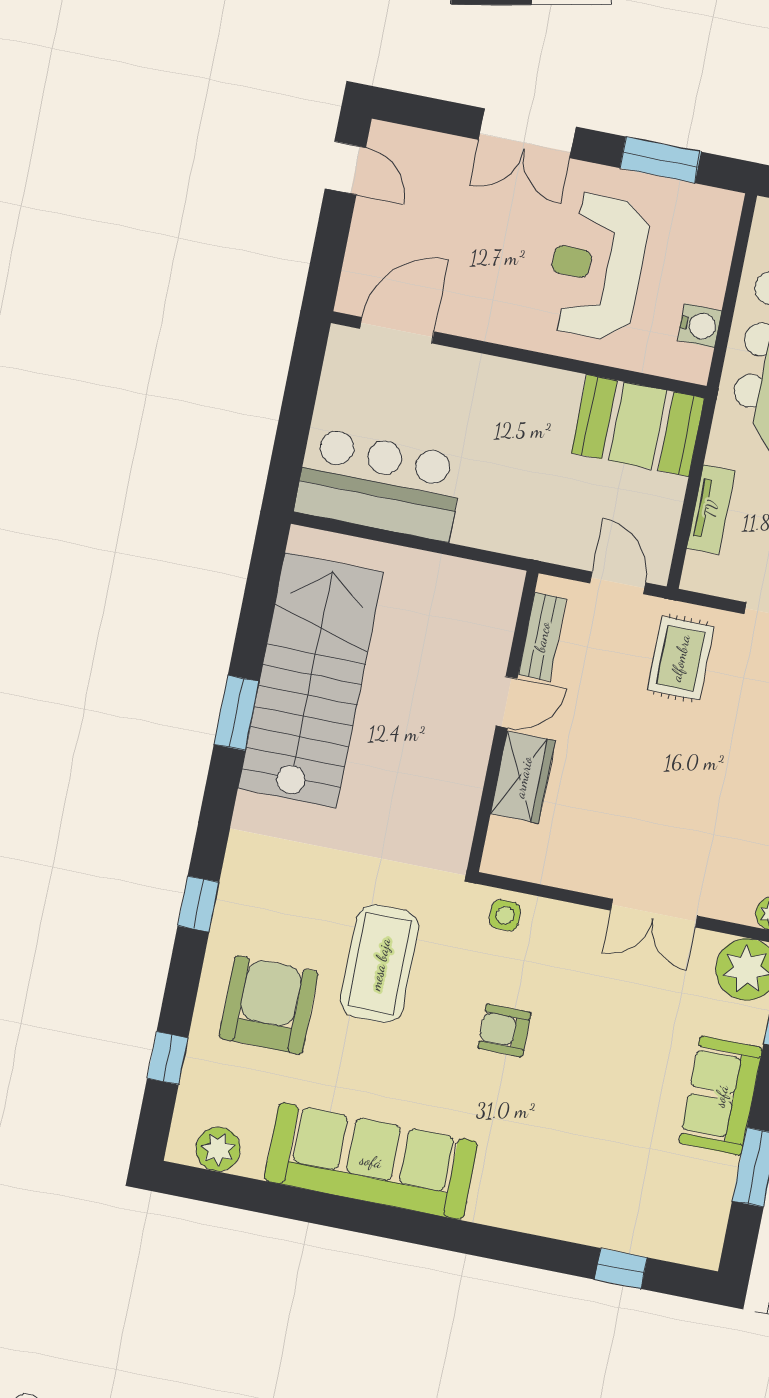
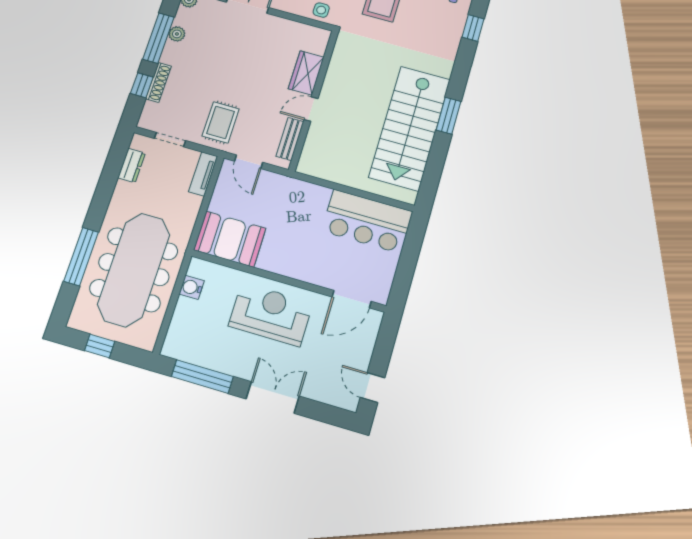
window: (660, 160) -> (202, 377), width x1.44
reception desk: (597, 267) -> (271, 314), moved, turned -90
tv unit: (711, 509) -> (203, 174), moved

